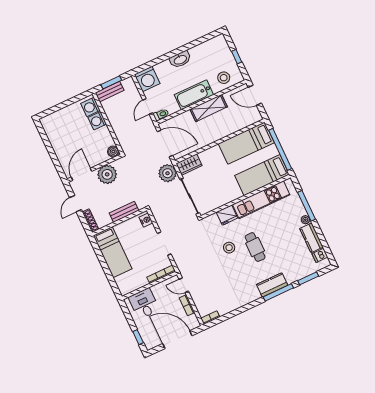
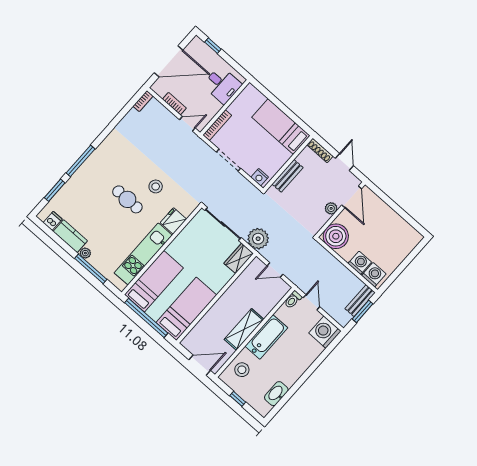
washbasin: (180, 60) -> (276, 394), moved
door: (165, 143) -> (275, 270), width x0.53
boiler: (113, 152) -> (336, 236), width x1.86, depth x1.86
plant: (107, 174) -> (331, 208), width x0.53, depth x0.53
kitchen counter: (272, 285) -> (91, 166), removed

